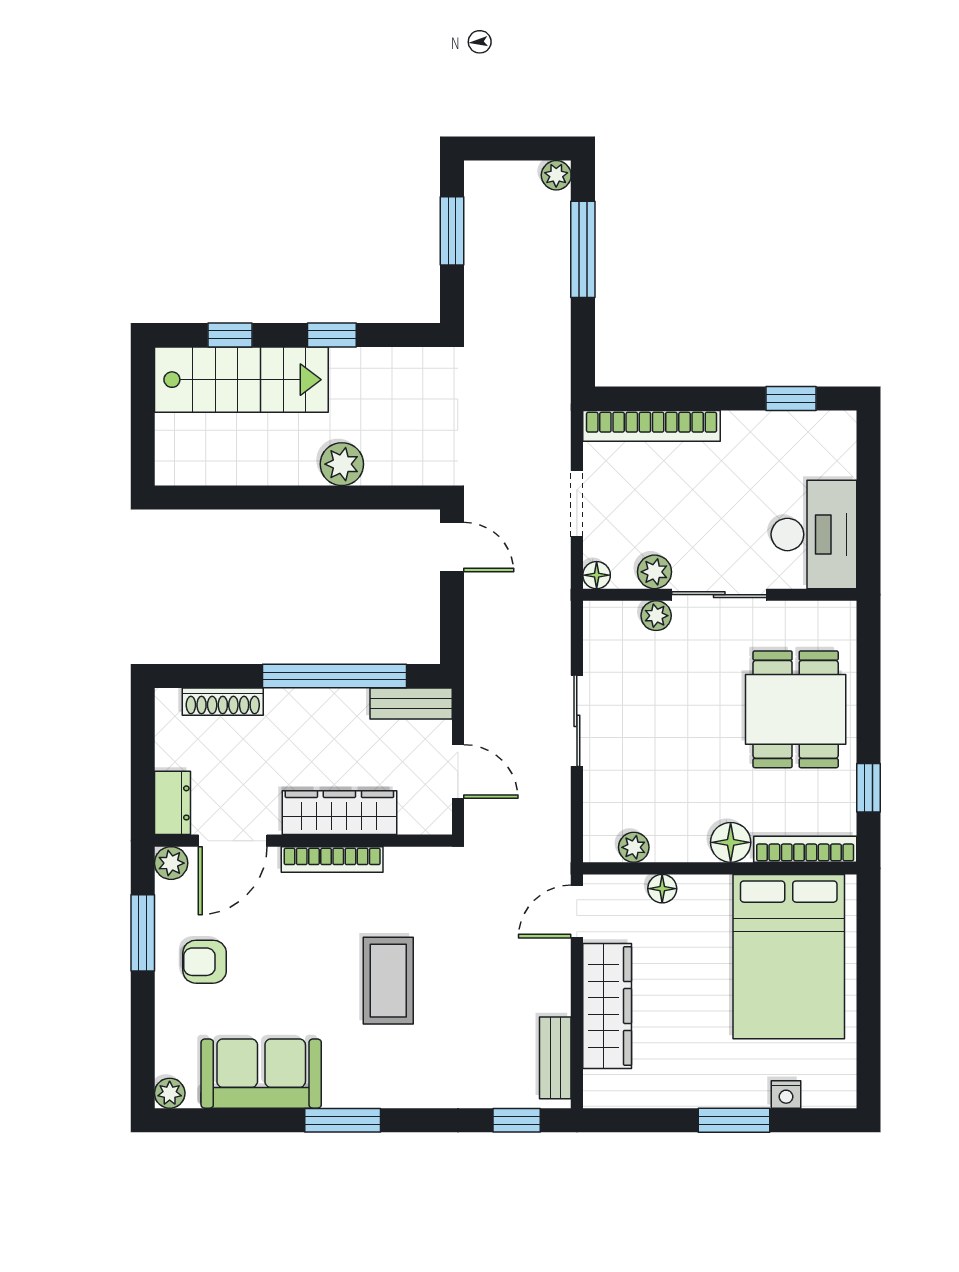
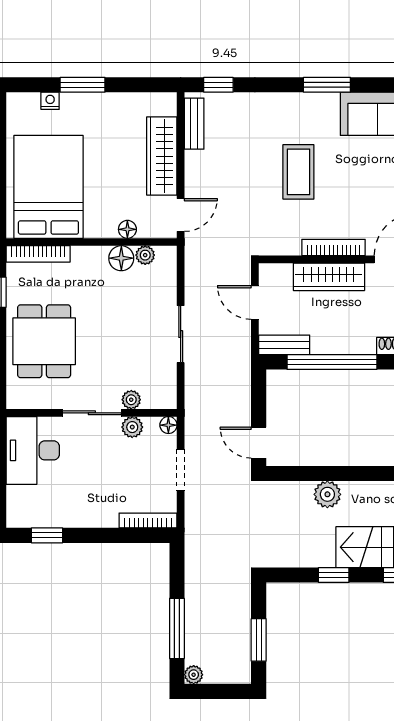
bookcase: (652, 426) -> (148, 521), width x0.68, depth x0.76
floor lamp: (731, 842) -> (121, 258), moved

